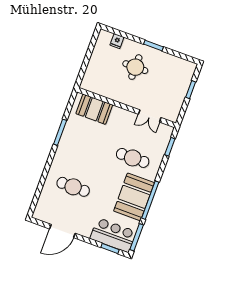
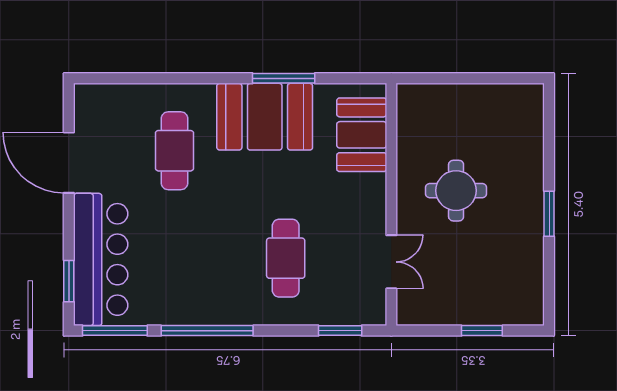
fridge: (117, 41) -> (529, 130), removed
round table: (135, 67) -> (456, 191), moved
double door: (150, 116) -> (391, 262), swing flipped
booth: (134, 197) -> (265, 117), moved
bar counter: (113, 235) -> (101, 259), width x1.36

